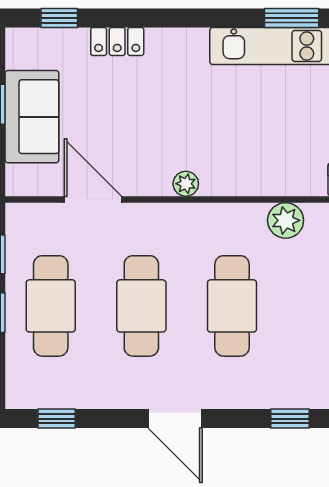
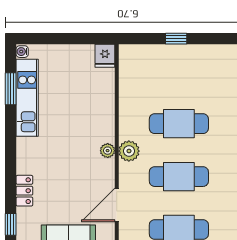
plant: (286, 220) -> (129, 151), moved

